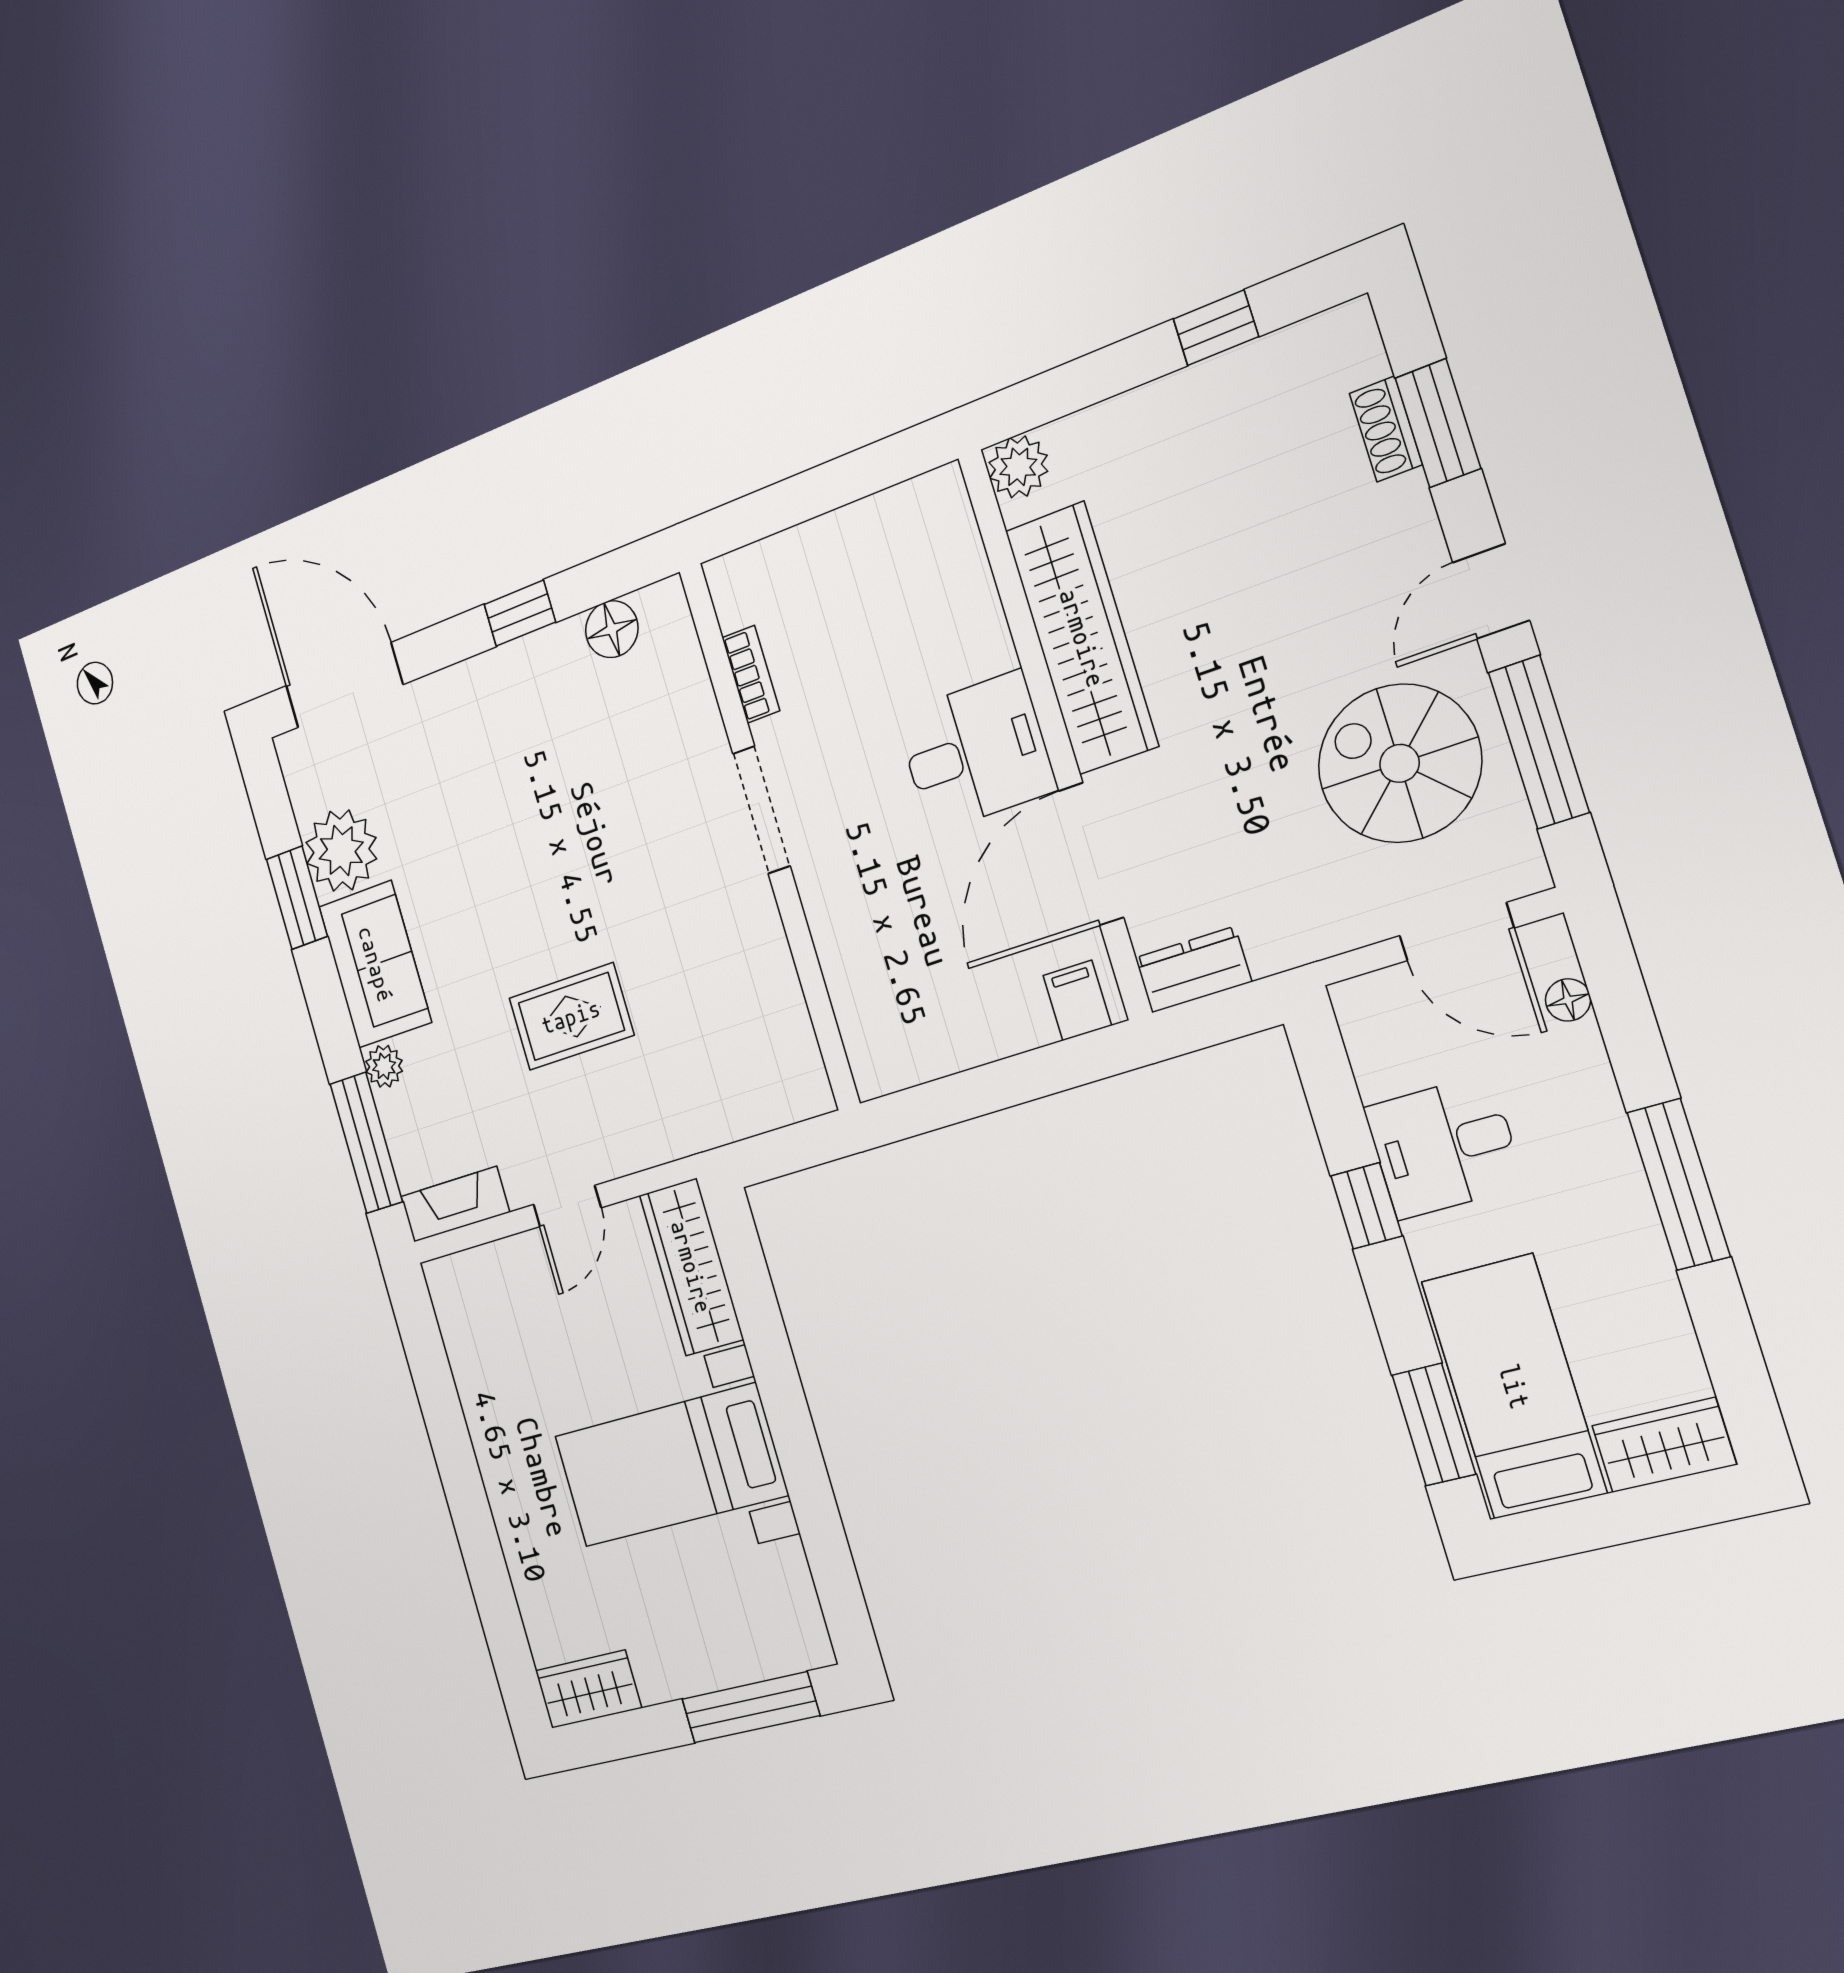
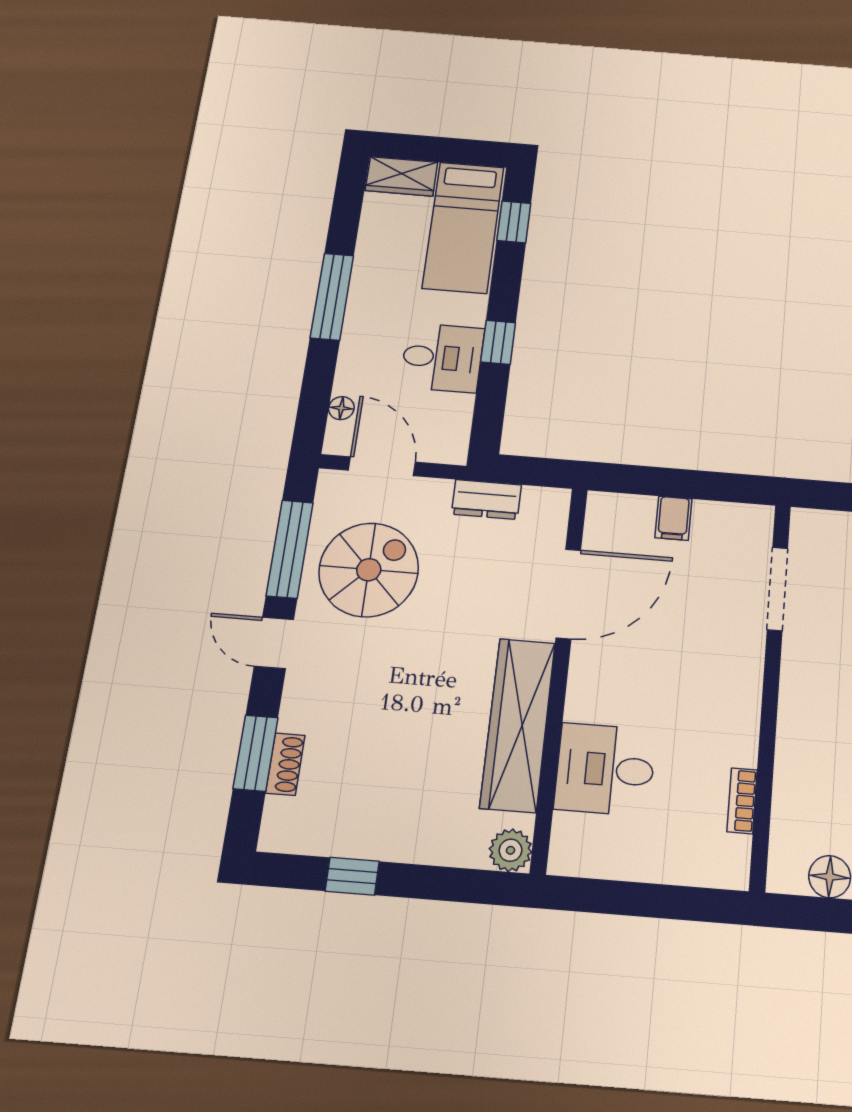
door: (1491, 591) -> (274, 643), swing flipped
desk: (976, 752) -> (605, 769), moved
spiral stairs: (1400, 763) -> (369, 570), turned -90
doorway: (761, 810) -> (777, 589), moved
dresser: (1193, 970) -> (486, 500), moved
filing cabinet: (1077, 1000) -> (673, 518), moved
window: (1434, 1424) -> (514, 222), width x0.67

